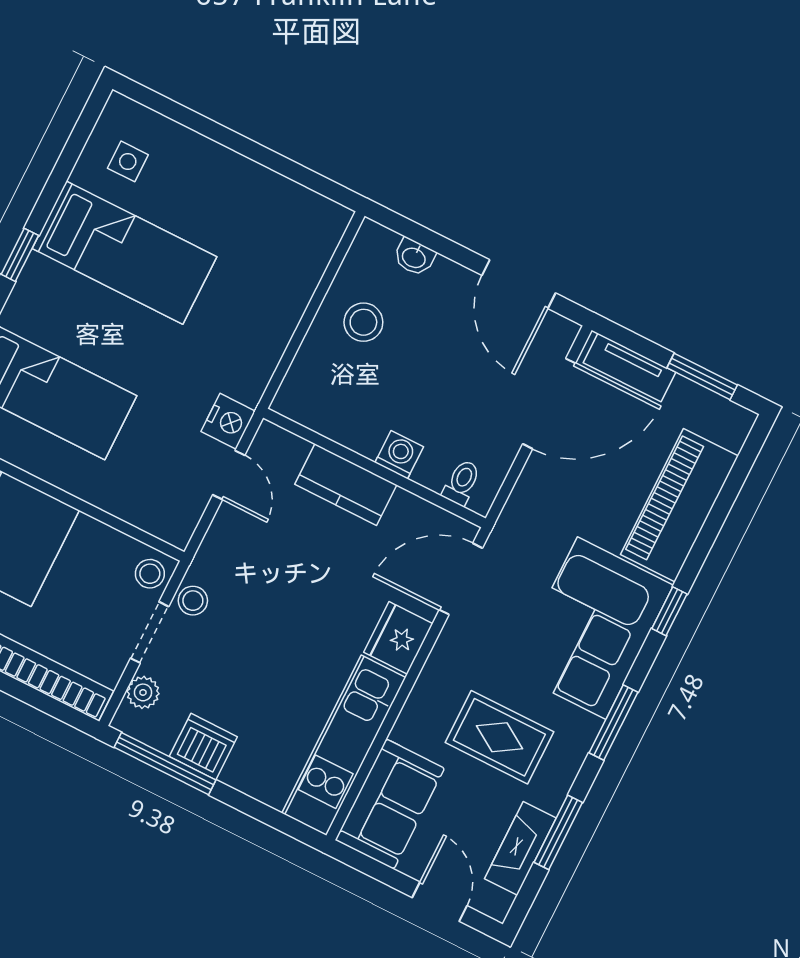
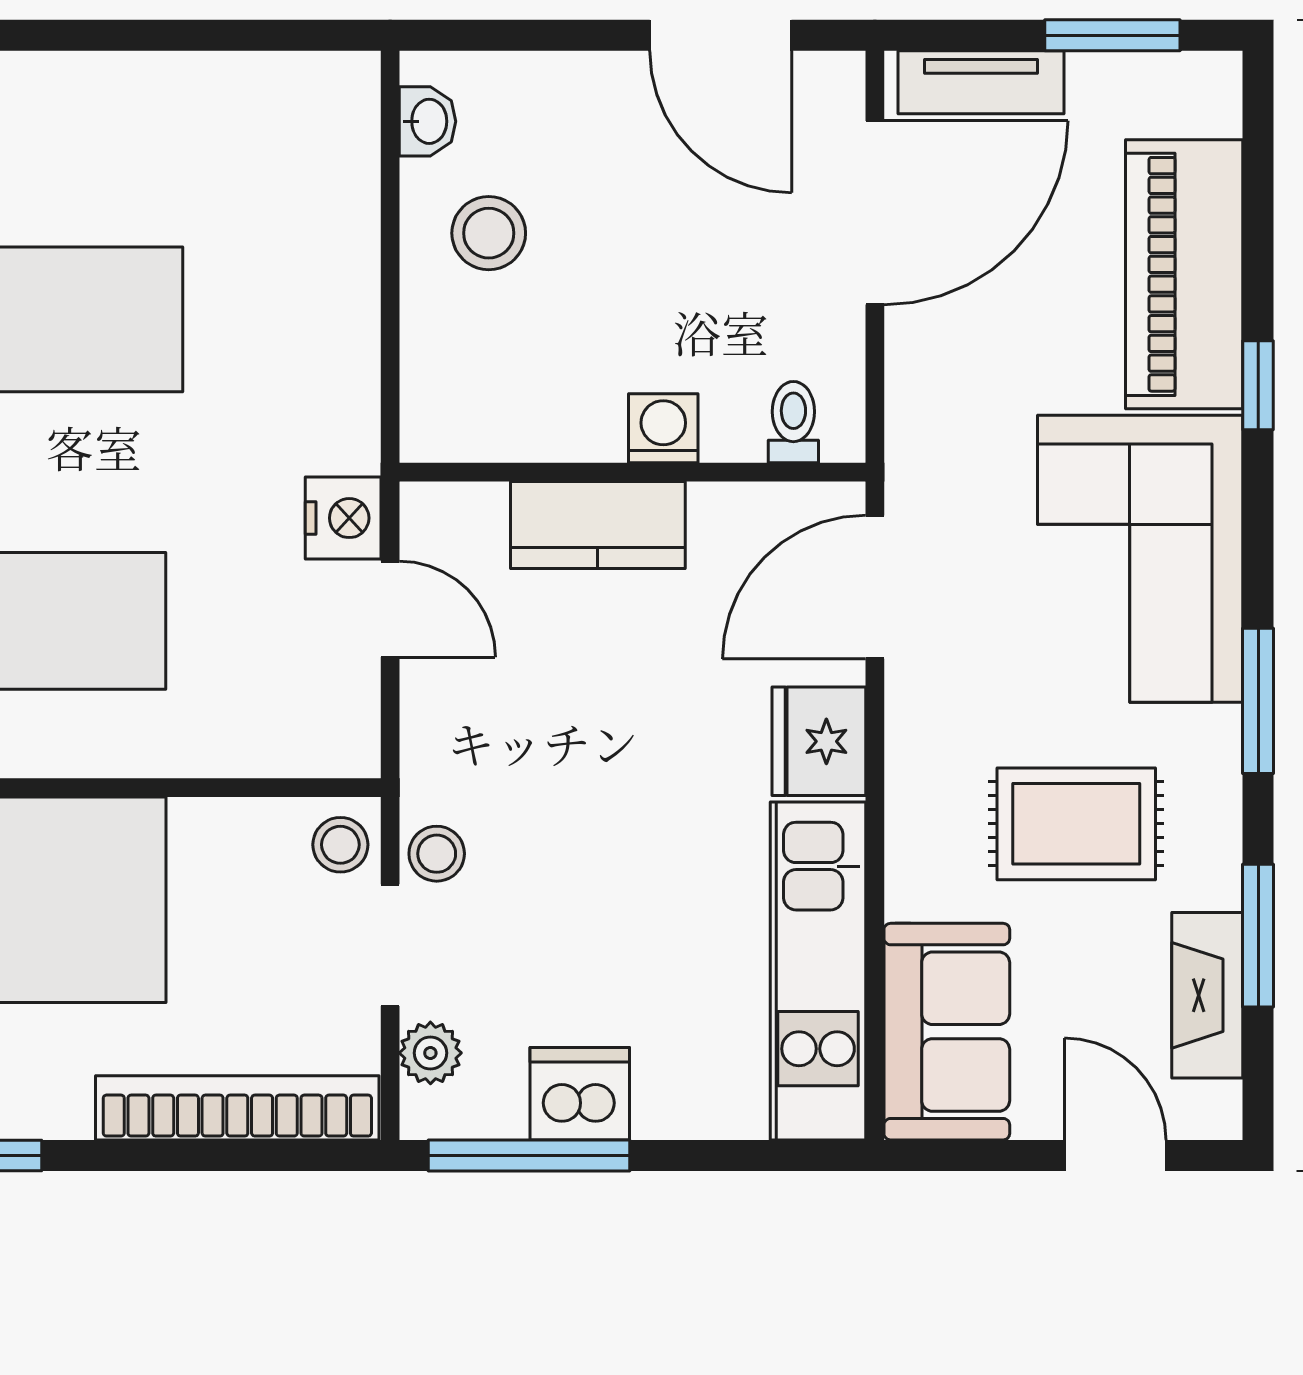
washbasin: (414, 257) -> (428, 121), moved, turned -90
window: (669, 611) -> (1258, 385), moved

